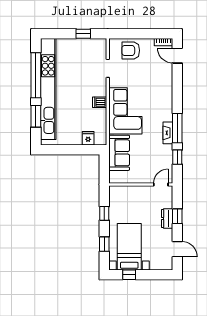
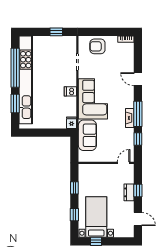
door: (177, 56) -> (138, 79), moved
fridge: (88, 138) -> (72, 123), moved

